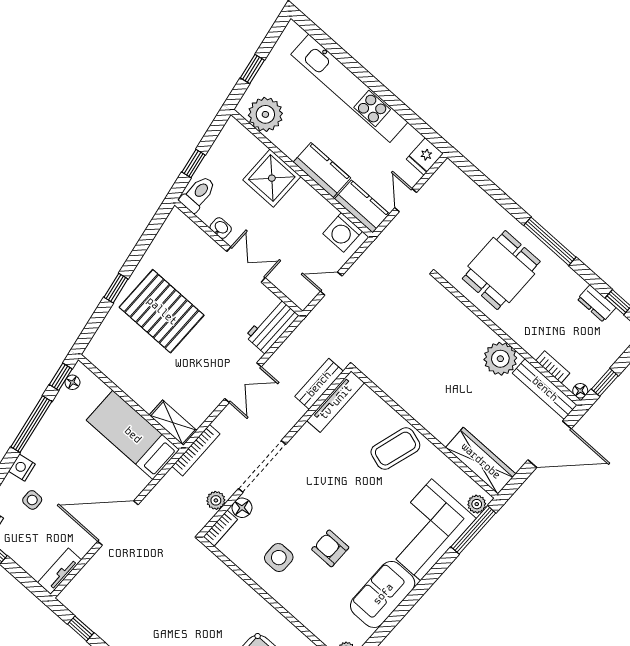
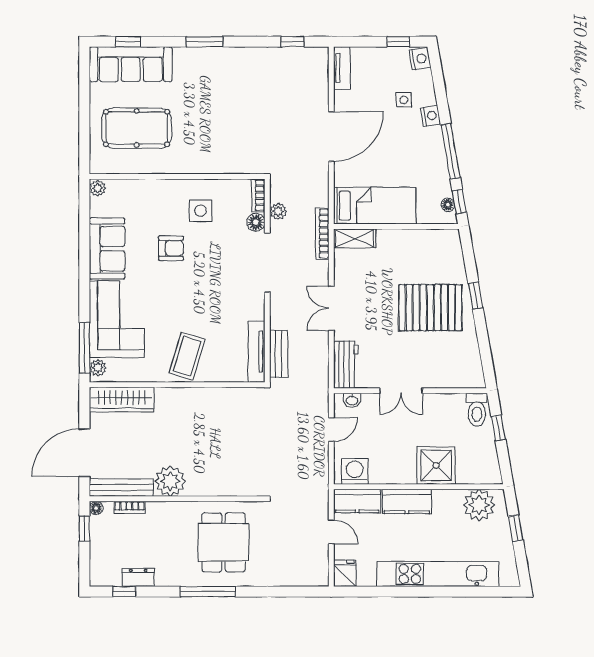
washbasin: (221, 228) -> (352, 400), moved

